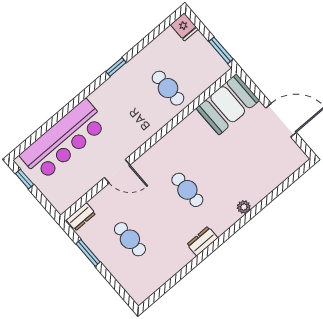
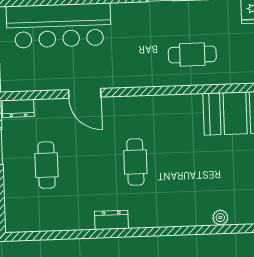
cafe table: (168, 88) -> (192, 54), turned 90
plant: (244, 207) -> (220, 218), moved

